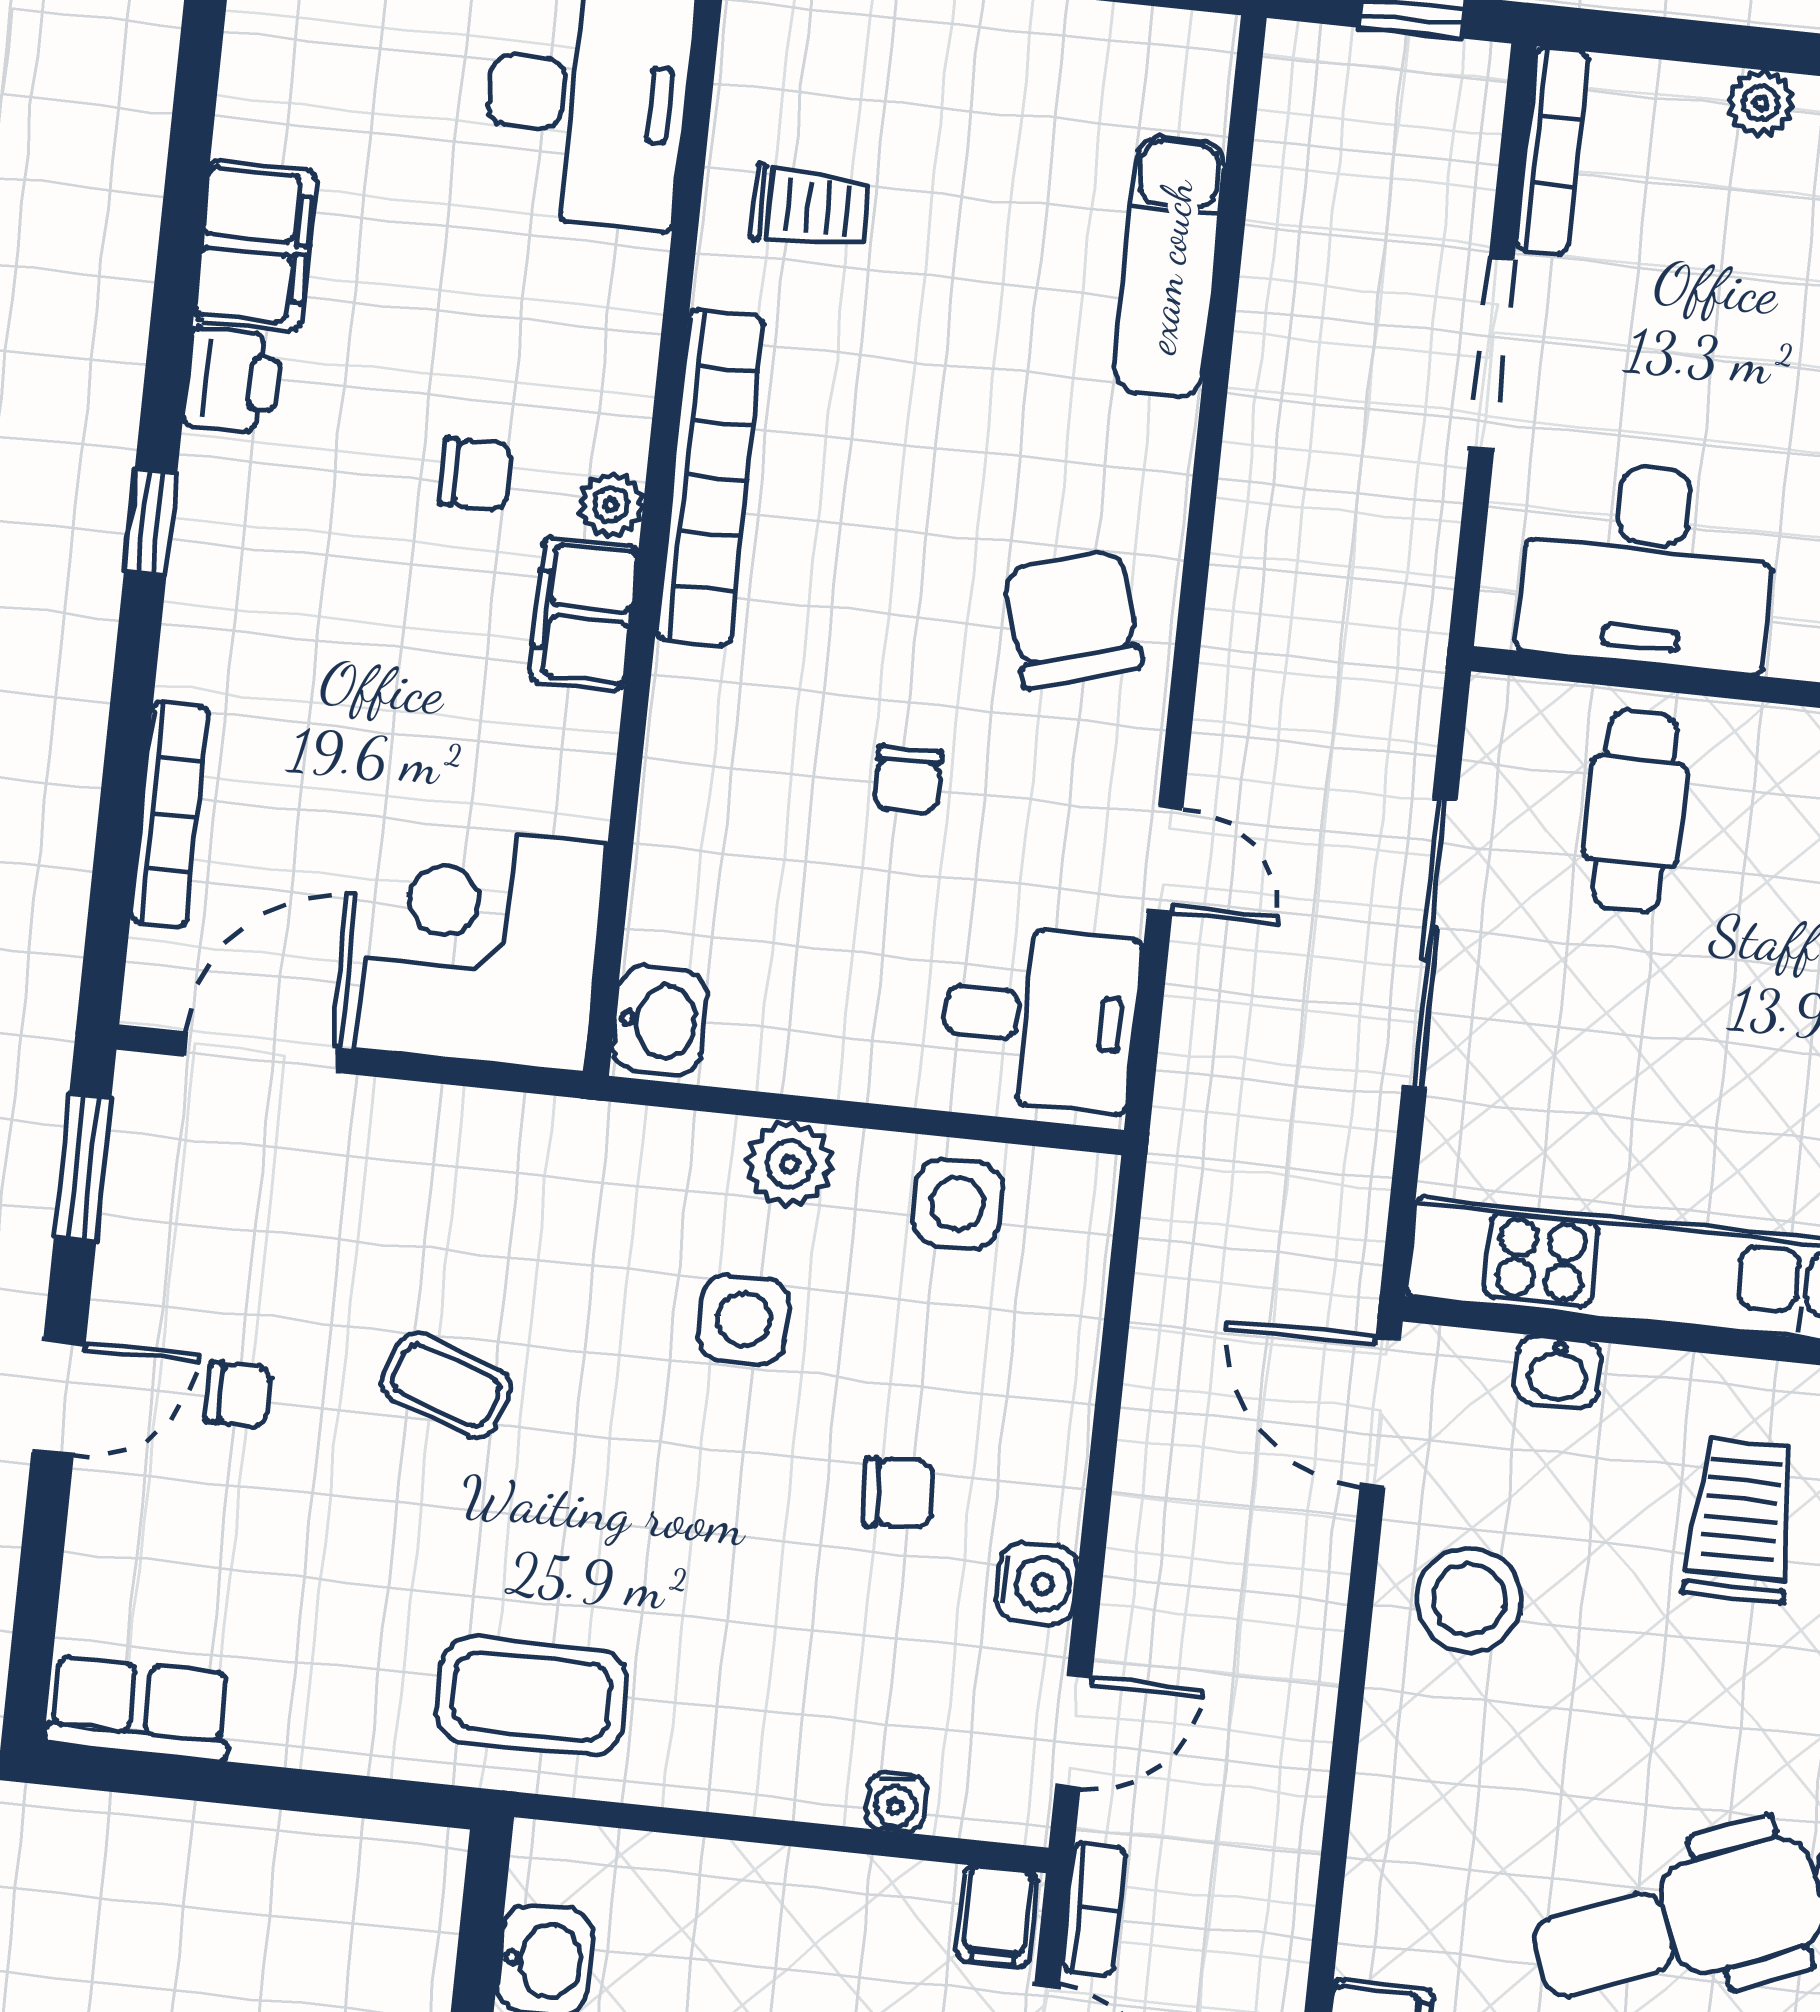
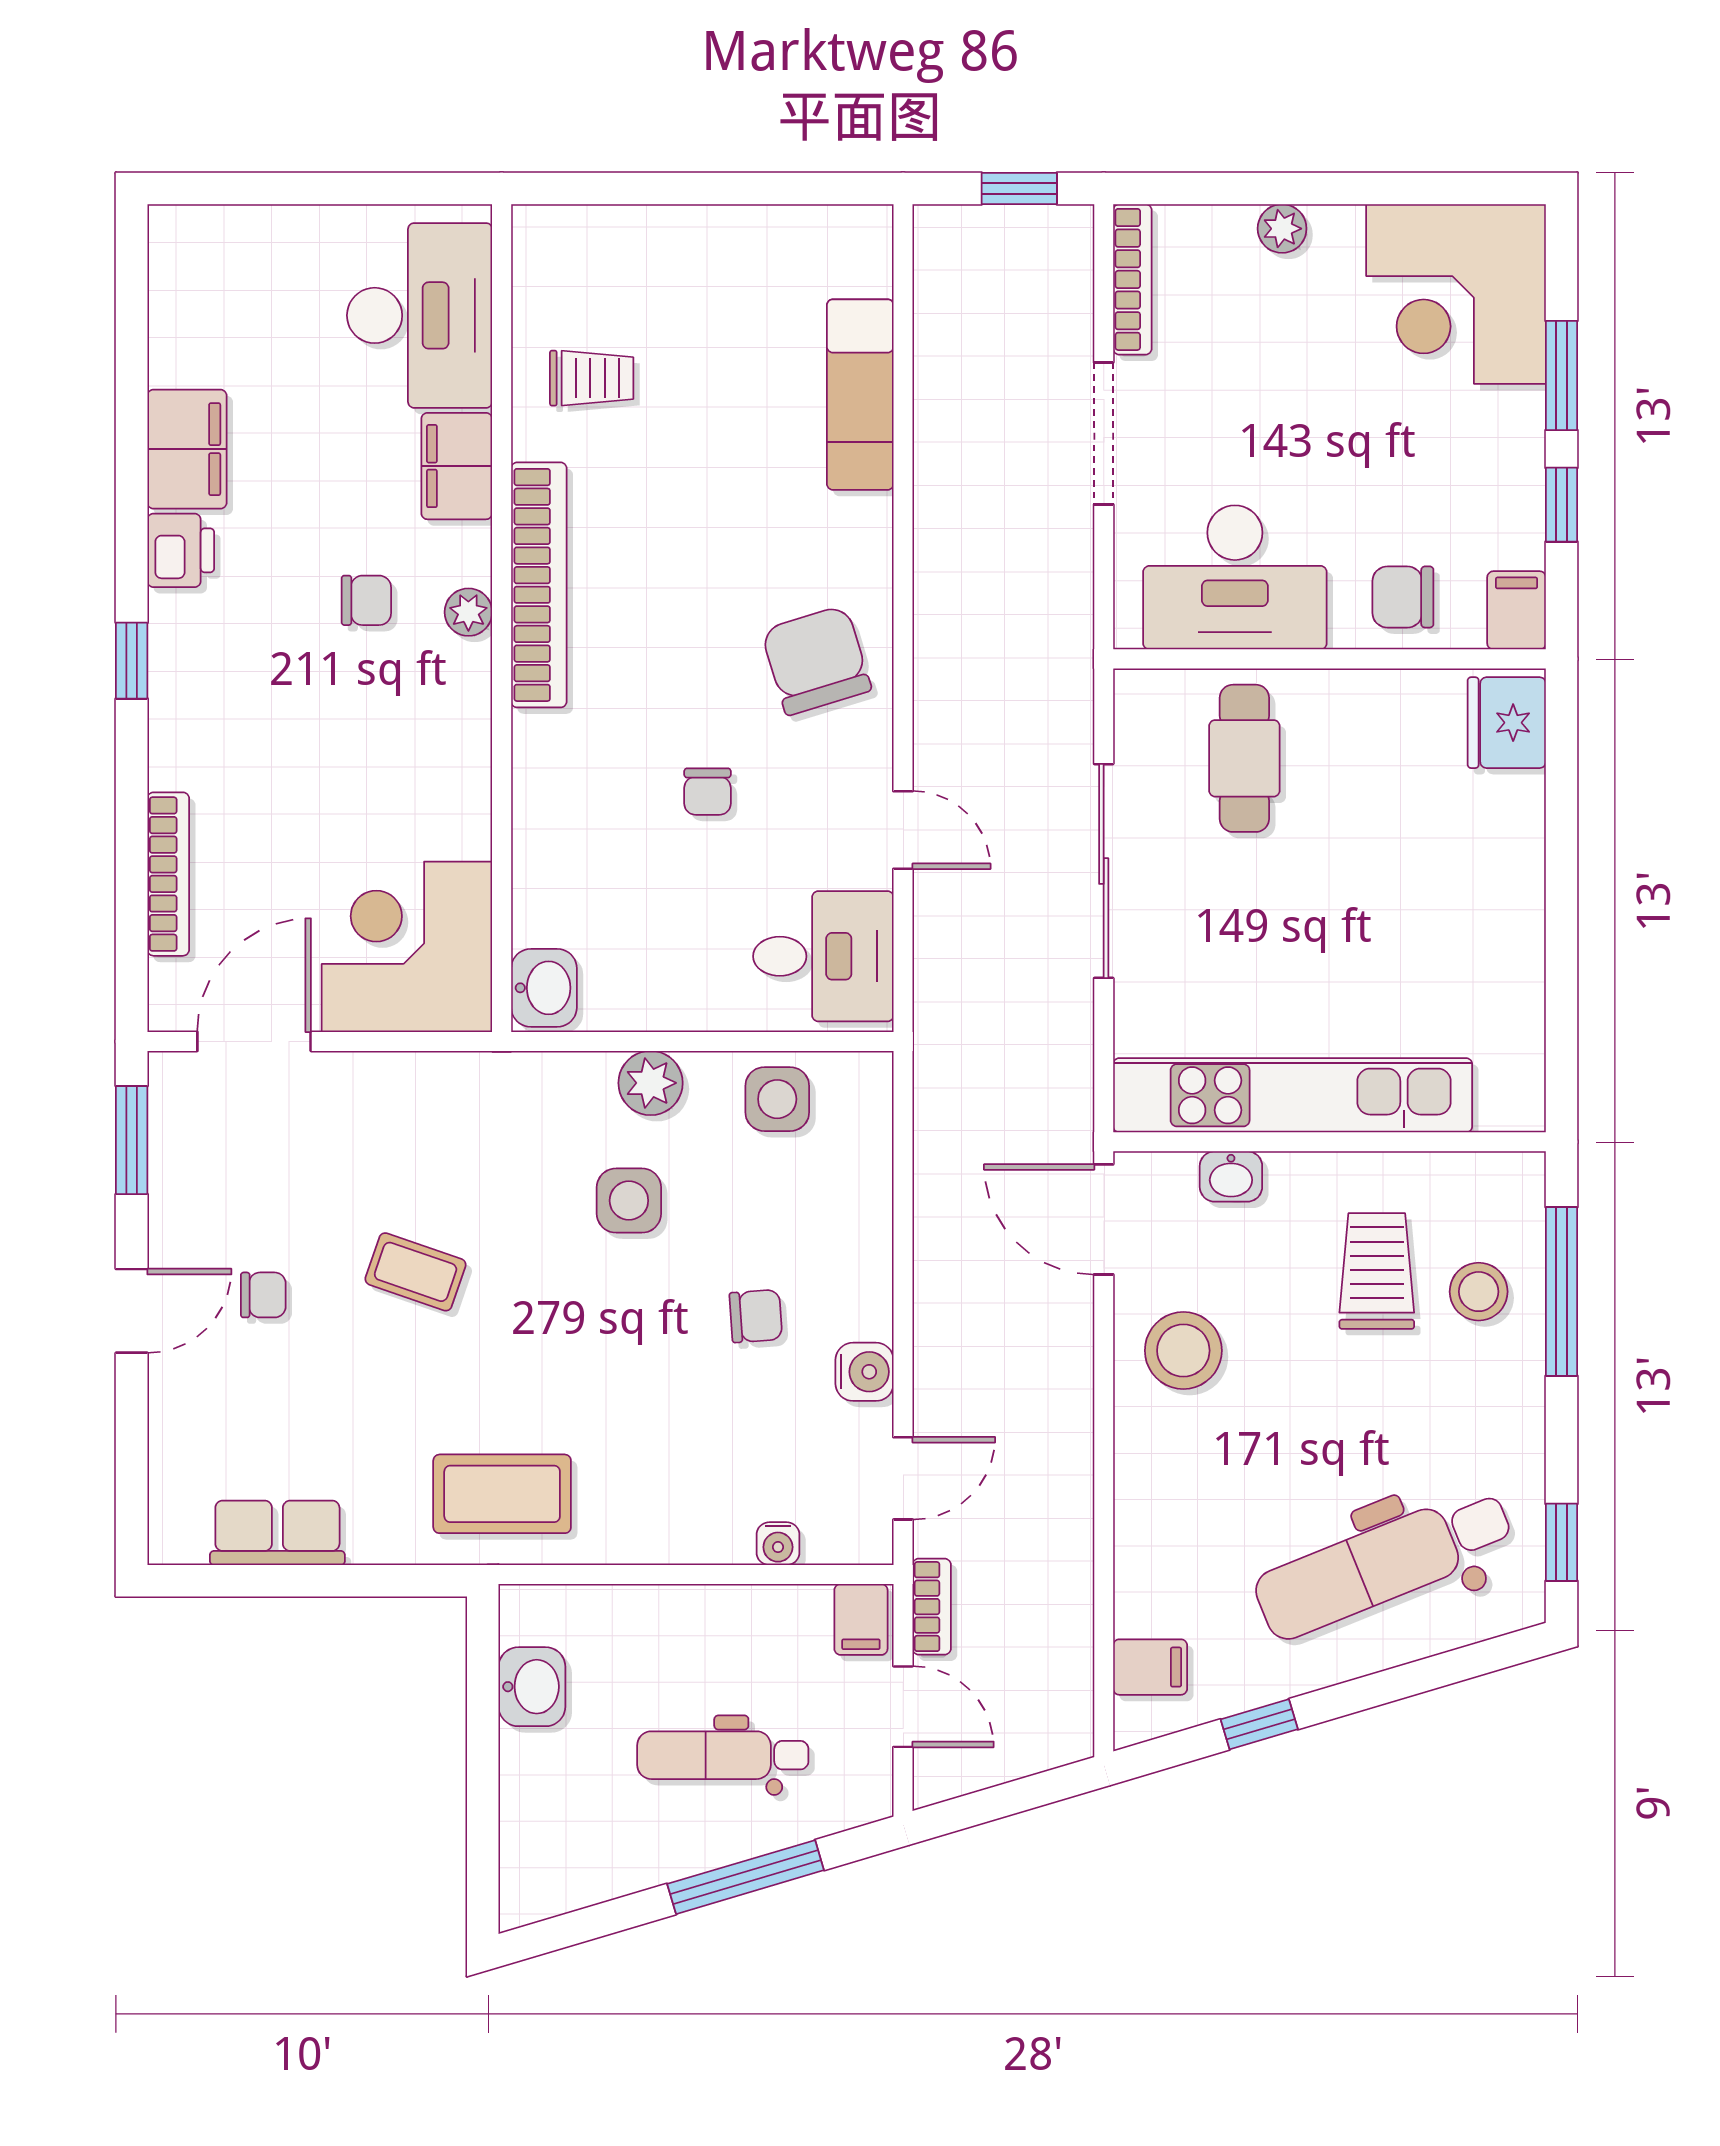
filing cabinet: (584, 613) -> (457, 466), moved
row of seats: (139, 1708) -> (277, 1533), moved

